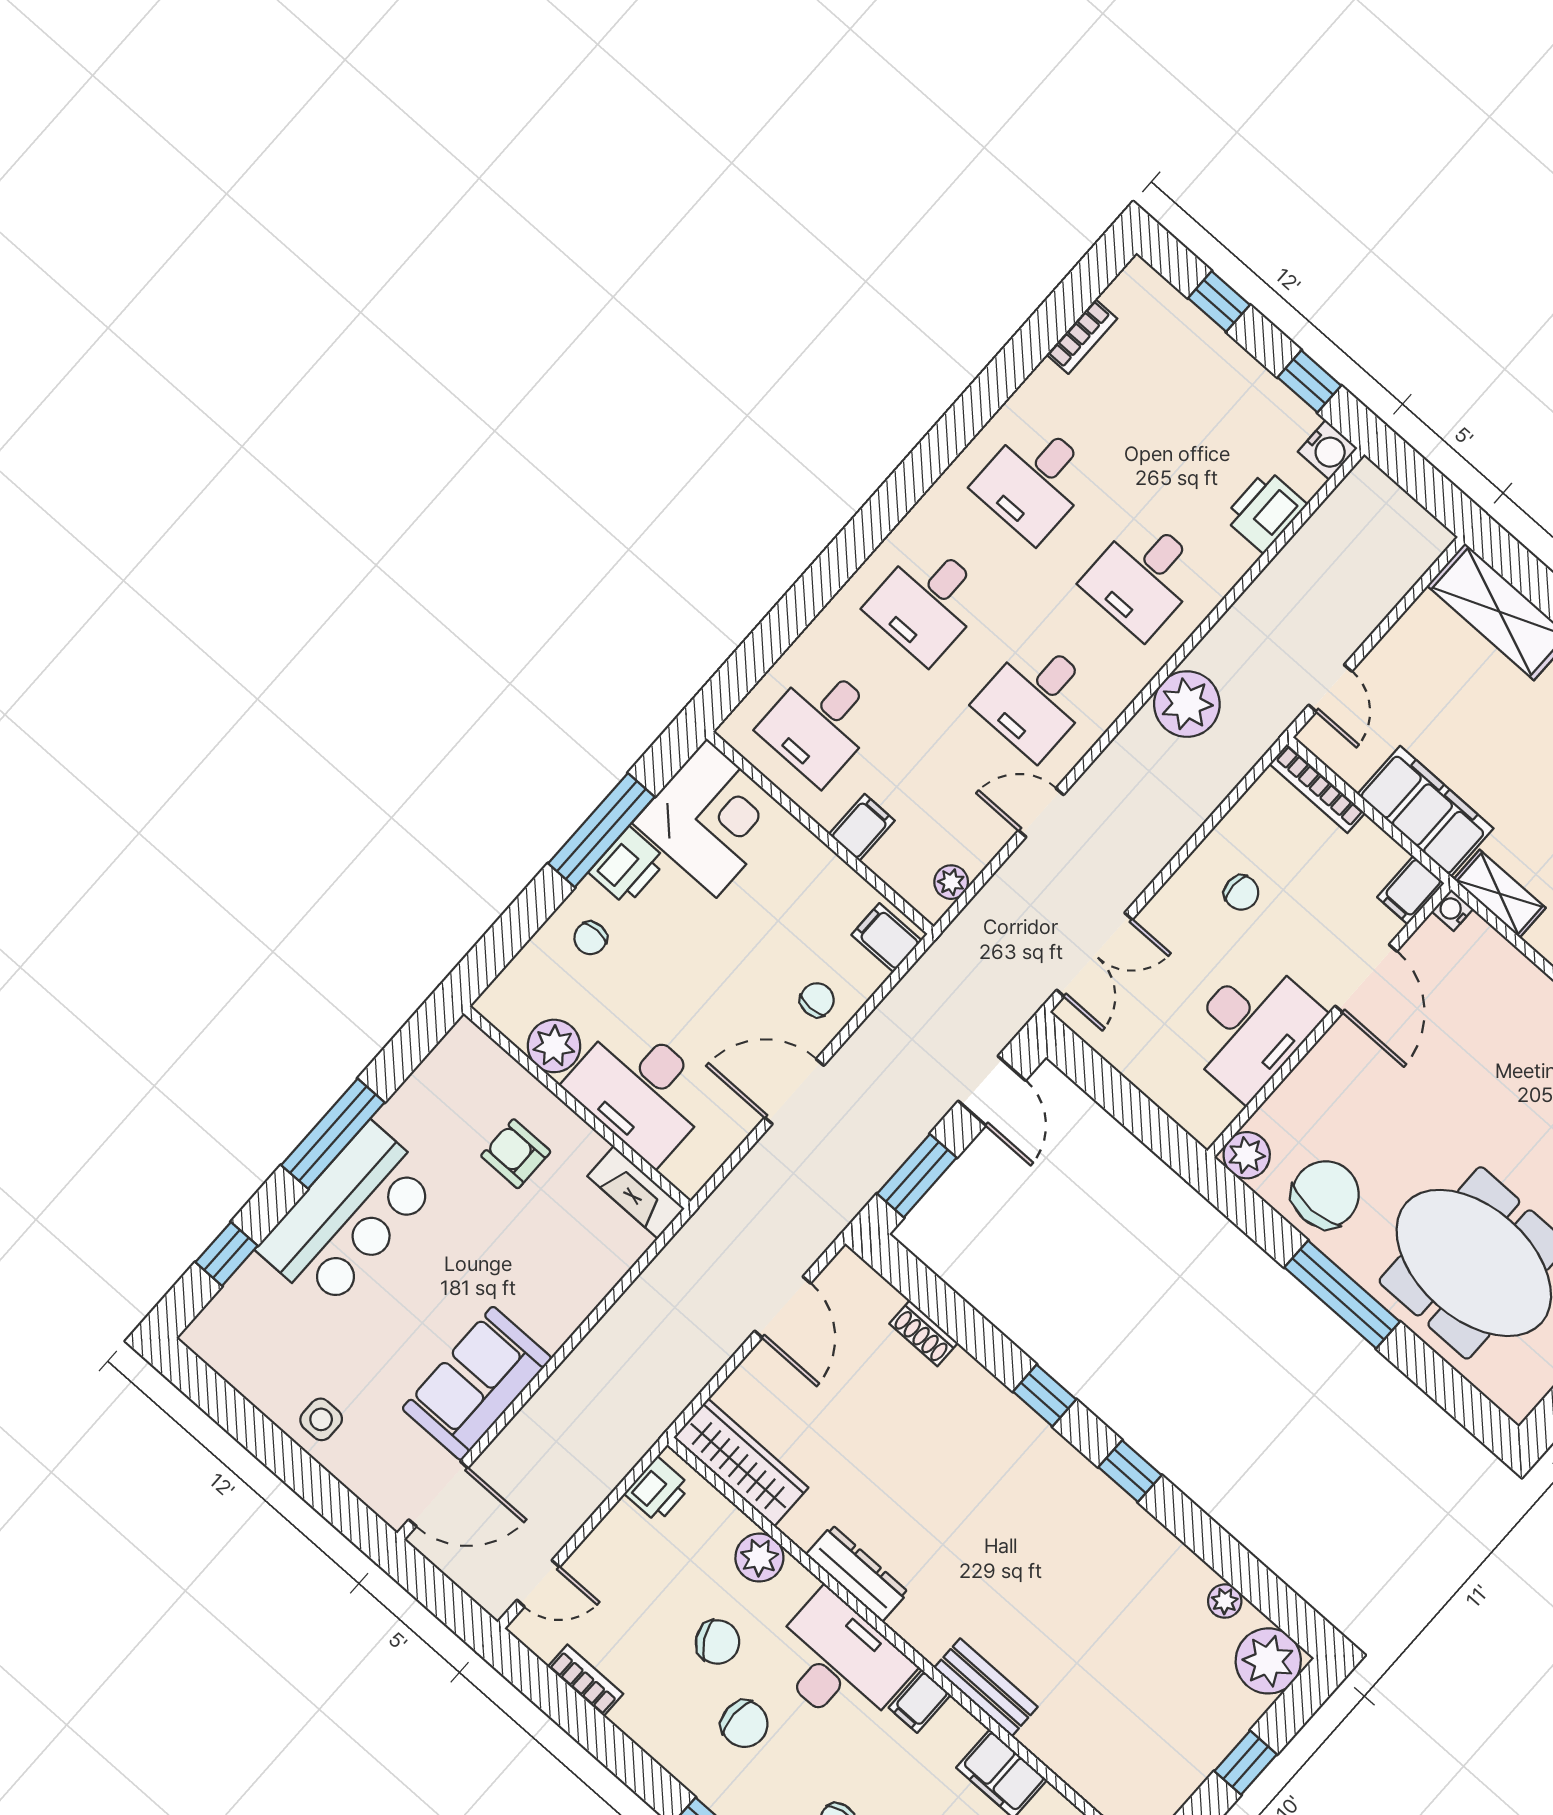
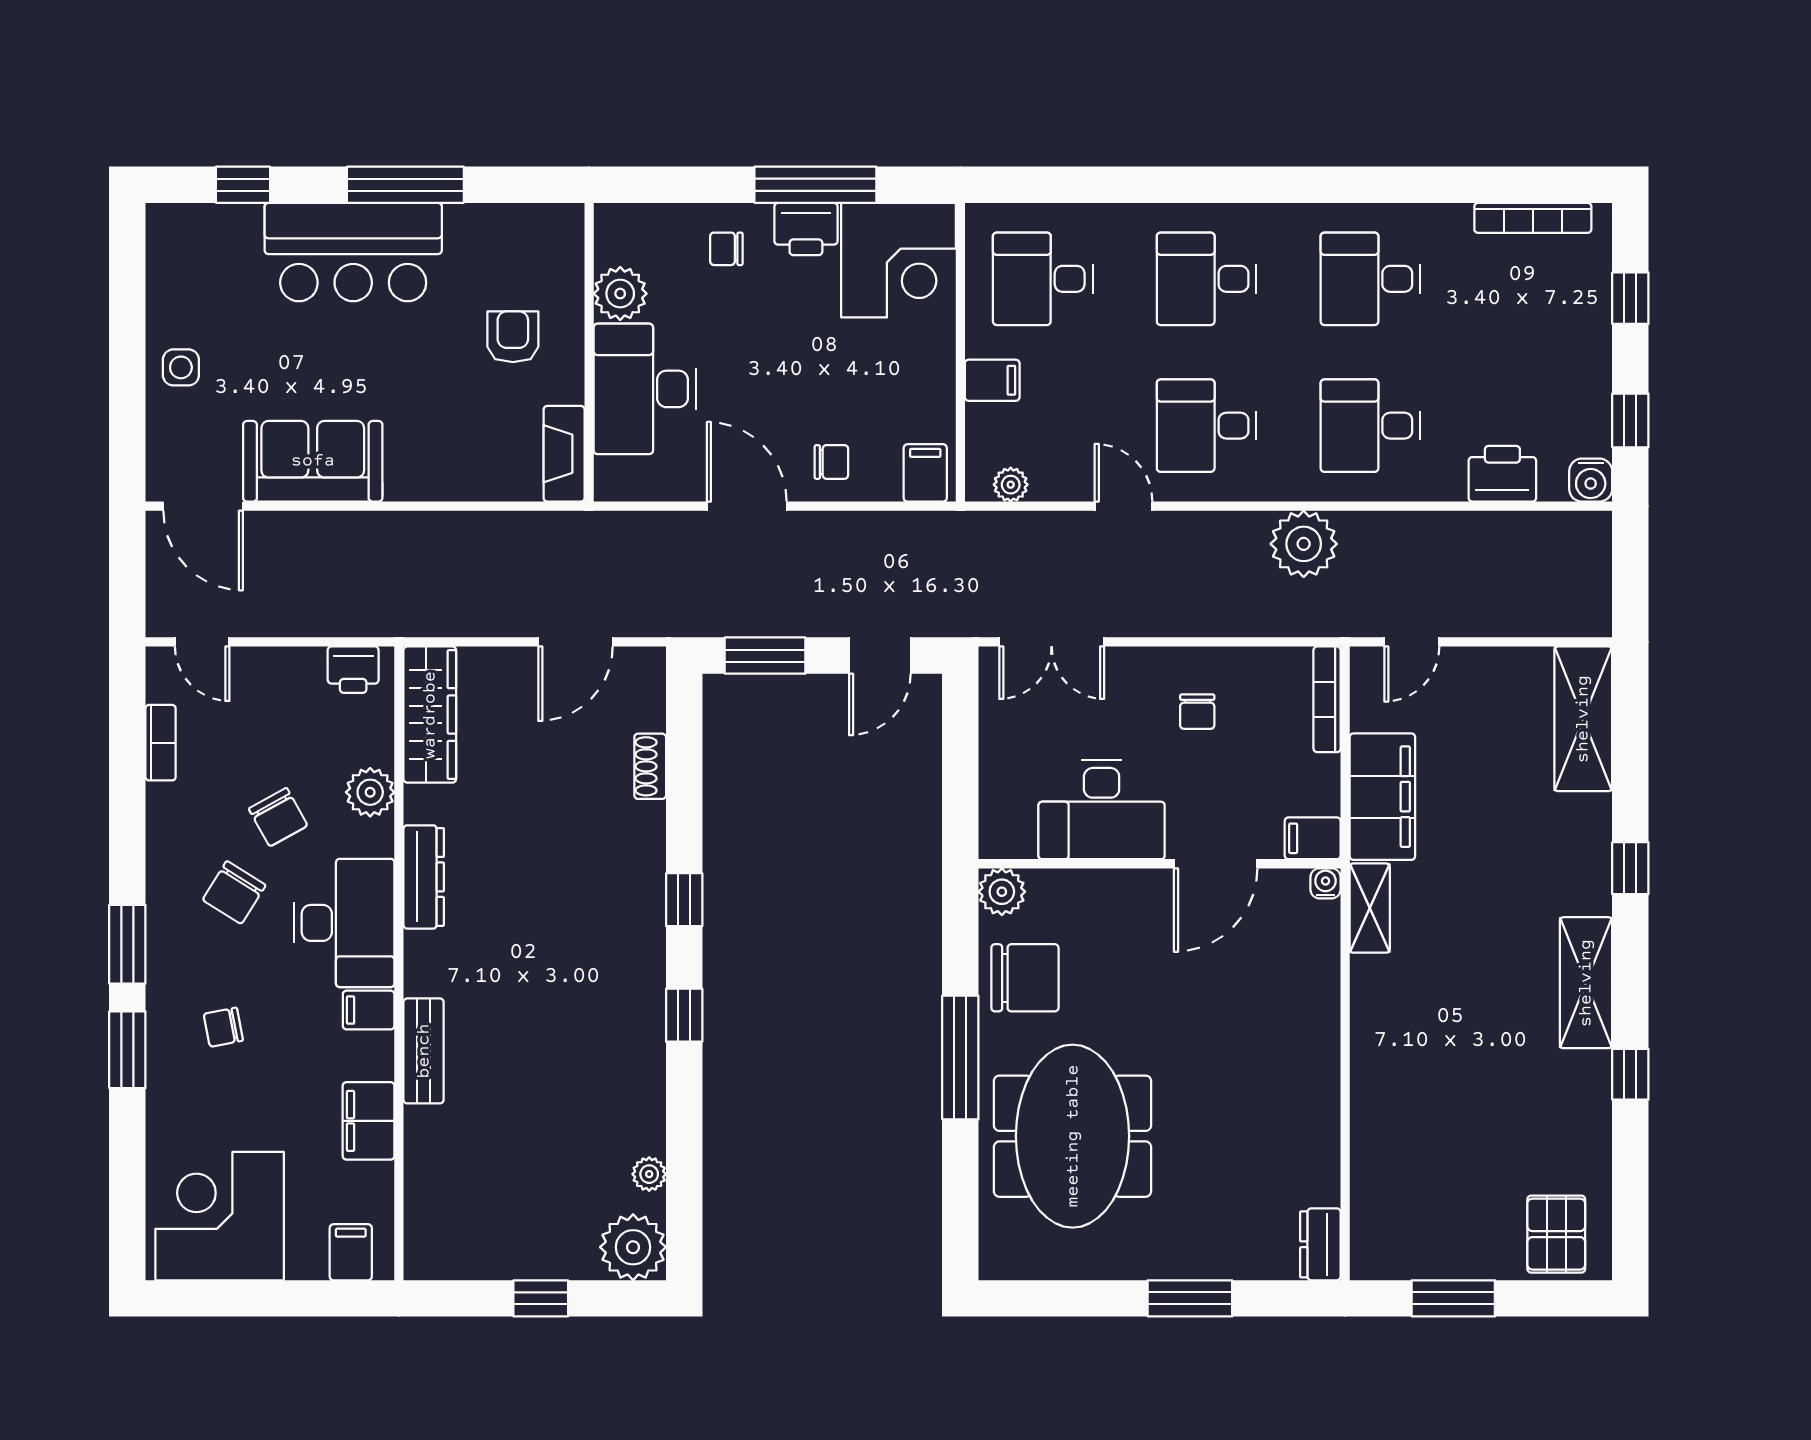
bookcase: (1082, 337) -> (1533, 218), width x1.56
chair: (745, 1724) -> (234, 893), turned 32

